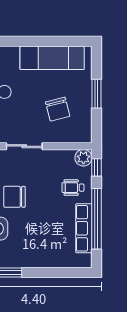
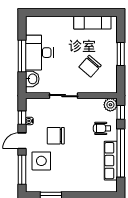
exam couch: (52, 58) -> (92, 23), width x0.73, depth x0.69
chair: (58, 109) -> (90, 66), turned 55

